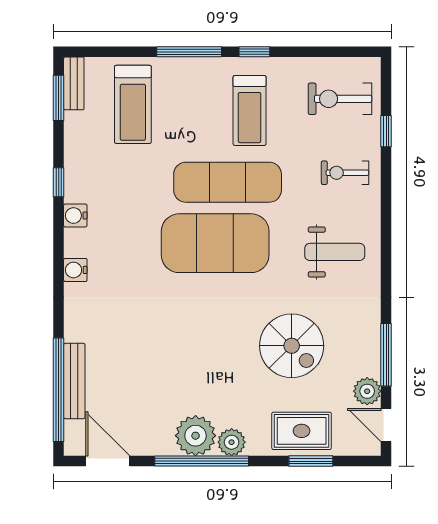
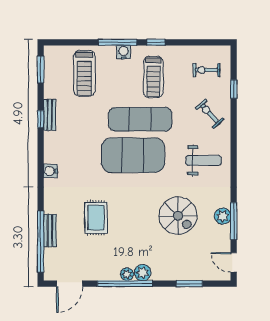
bench: (74, 83) -> (50, 115), moved
exercise bike: (340, 99) -> (207, 70), width x0.73, depth x0.72
exercise bike: (345, 173) -> (210, 114), turned 48
water cooler: (75, 216) -> (124, 52), moved, turned 90
bench: (74, 381) -> (50, 231), width x0.73
plant: (367, 391) -> (223, 216), moved
rug: (302, 431) -> (96, 218), moved, turned 90
plant: (196, 436) -> (127, 274), width x0.53, depth x0.53
door: (108, 461) -> (70, 284), swing flipped

